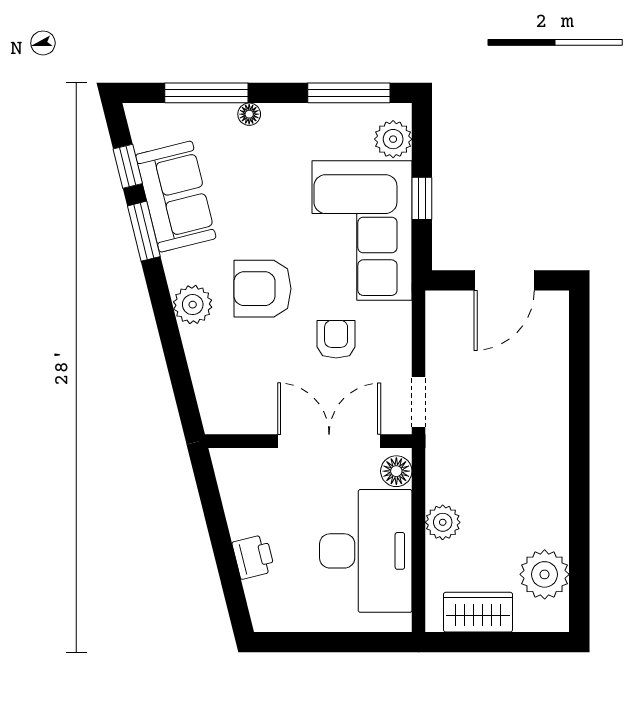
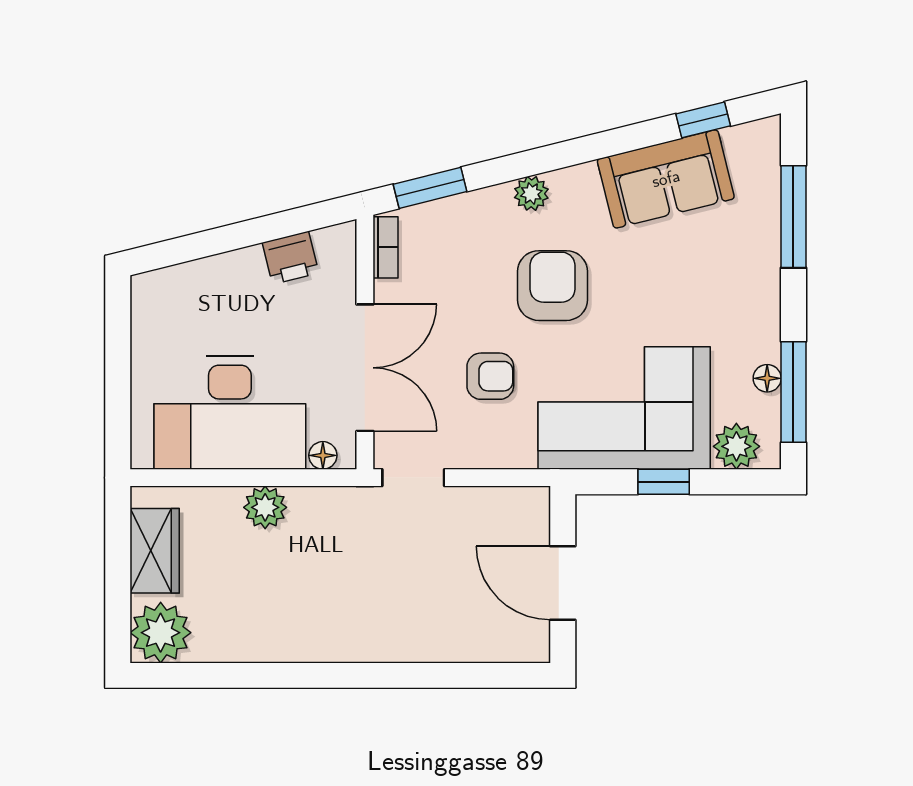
floor lamp: (249, 114) -> (767, 378), moved
window: (144, 231) -> (430, 188), moved
plant: (193, 305) -> (531, 193), width x0.73, depth x0.73
bookcase: (231, 424) -> (385, 247), added
floor lamp: (396, 471) -> (323, 455), width x0.73, depth x0.73
printer: (253, 557) -> (290, 258), moved
plant: (545, 574) -> (161, 633), moved

